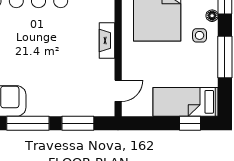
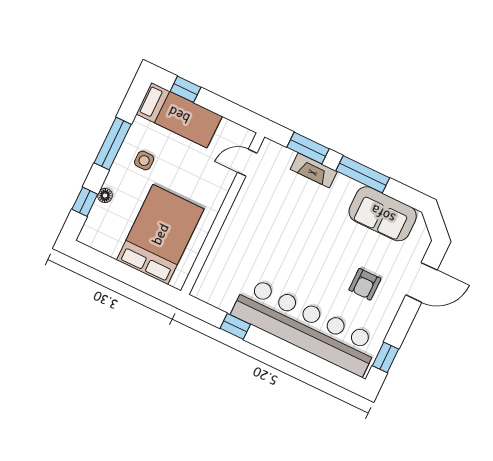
side table: (200, 35) -> (144, 161), moved
fireplace: (107, 40) -> (314, 170), moved, turned 90

